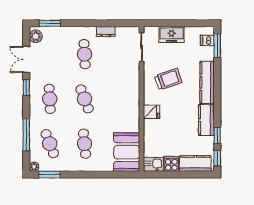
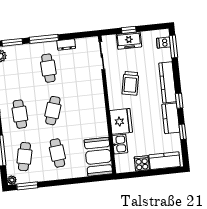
window: (83, 23) -> (44, 39), added
window: (173, 23) -> (129, 30), added
trolley: (168, 79) -> (130, 83), turned 120
cafe table: (85, 99) -> (53, 111), turned 39
fridge: (152, 112) -> (121, 121), width x1.88, depth x1.34
cafe table: (50, 144) -> (24, 157), turned 33
window: (217, 158) -> (179, 101), moved
kitchen sink: (153, 164) -> (120, 144), moved, turned 90

